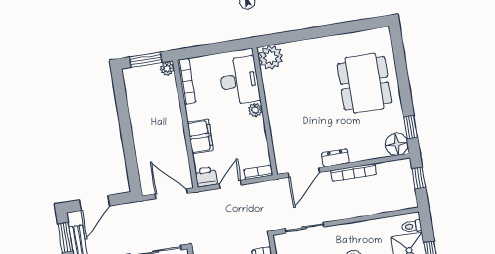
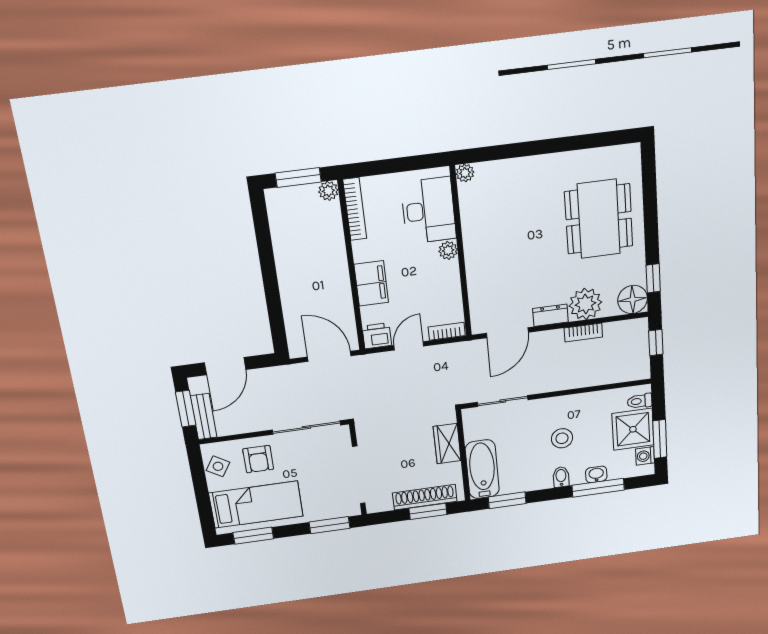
plant: (271, 57) -> (465, 173), width x0.53, depth x0.53
plant: (361, 149) -> (585, 304), added
bookcase: (354, 172) -> (583, 332), width x0.64

